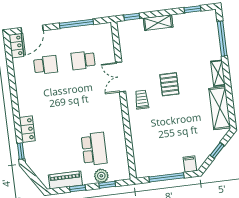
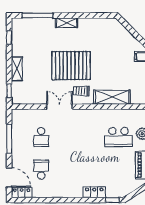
double door: (121, 77) -> (59, 107), swing flipped
pallet: (169, 84) -> (71, 66), width x2.05, depth x2.00
shelving: (220, 108) -> (112, 97), moved
school desk: (94, 149) -> (118, 137), turned 180
window: (217, 150) -> (133, 32), removed

